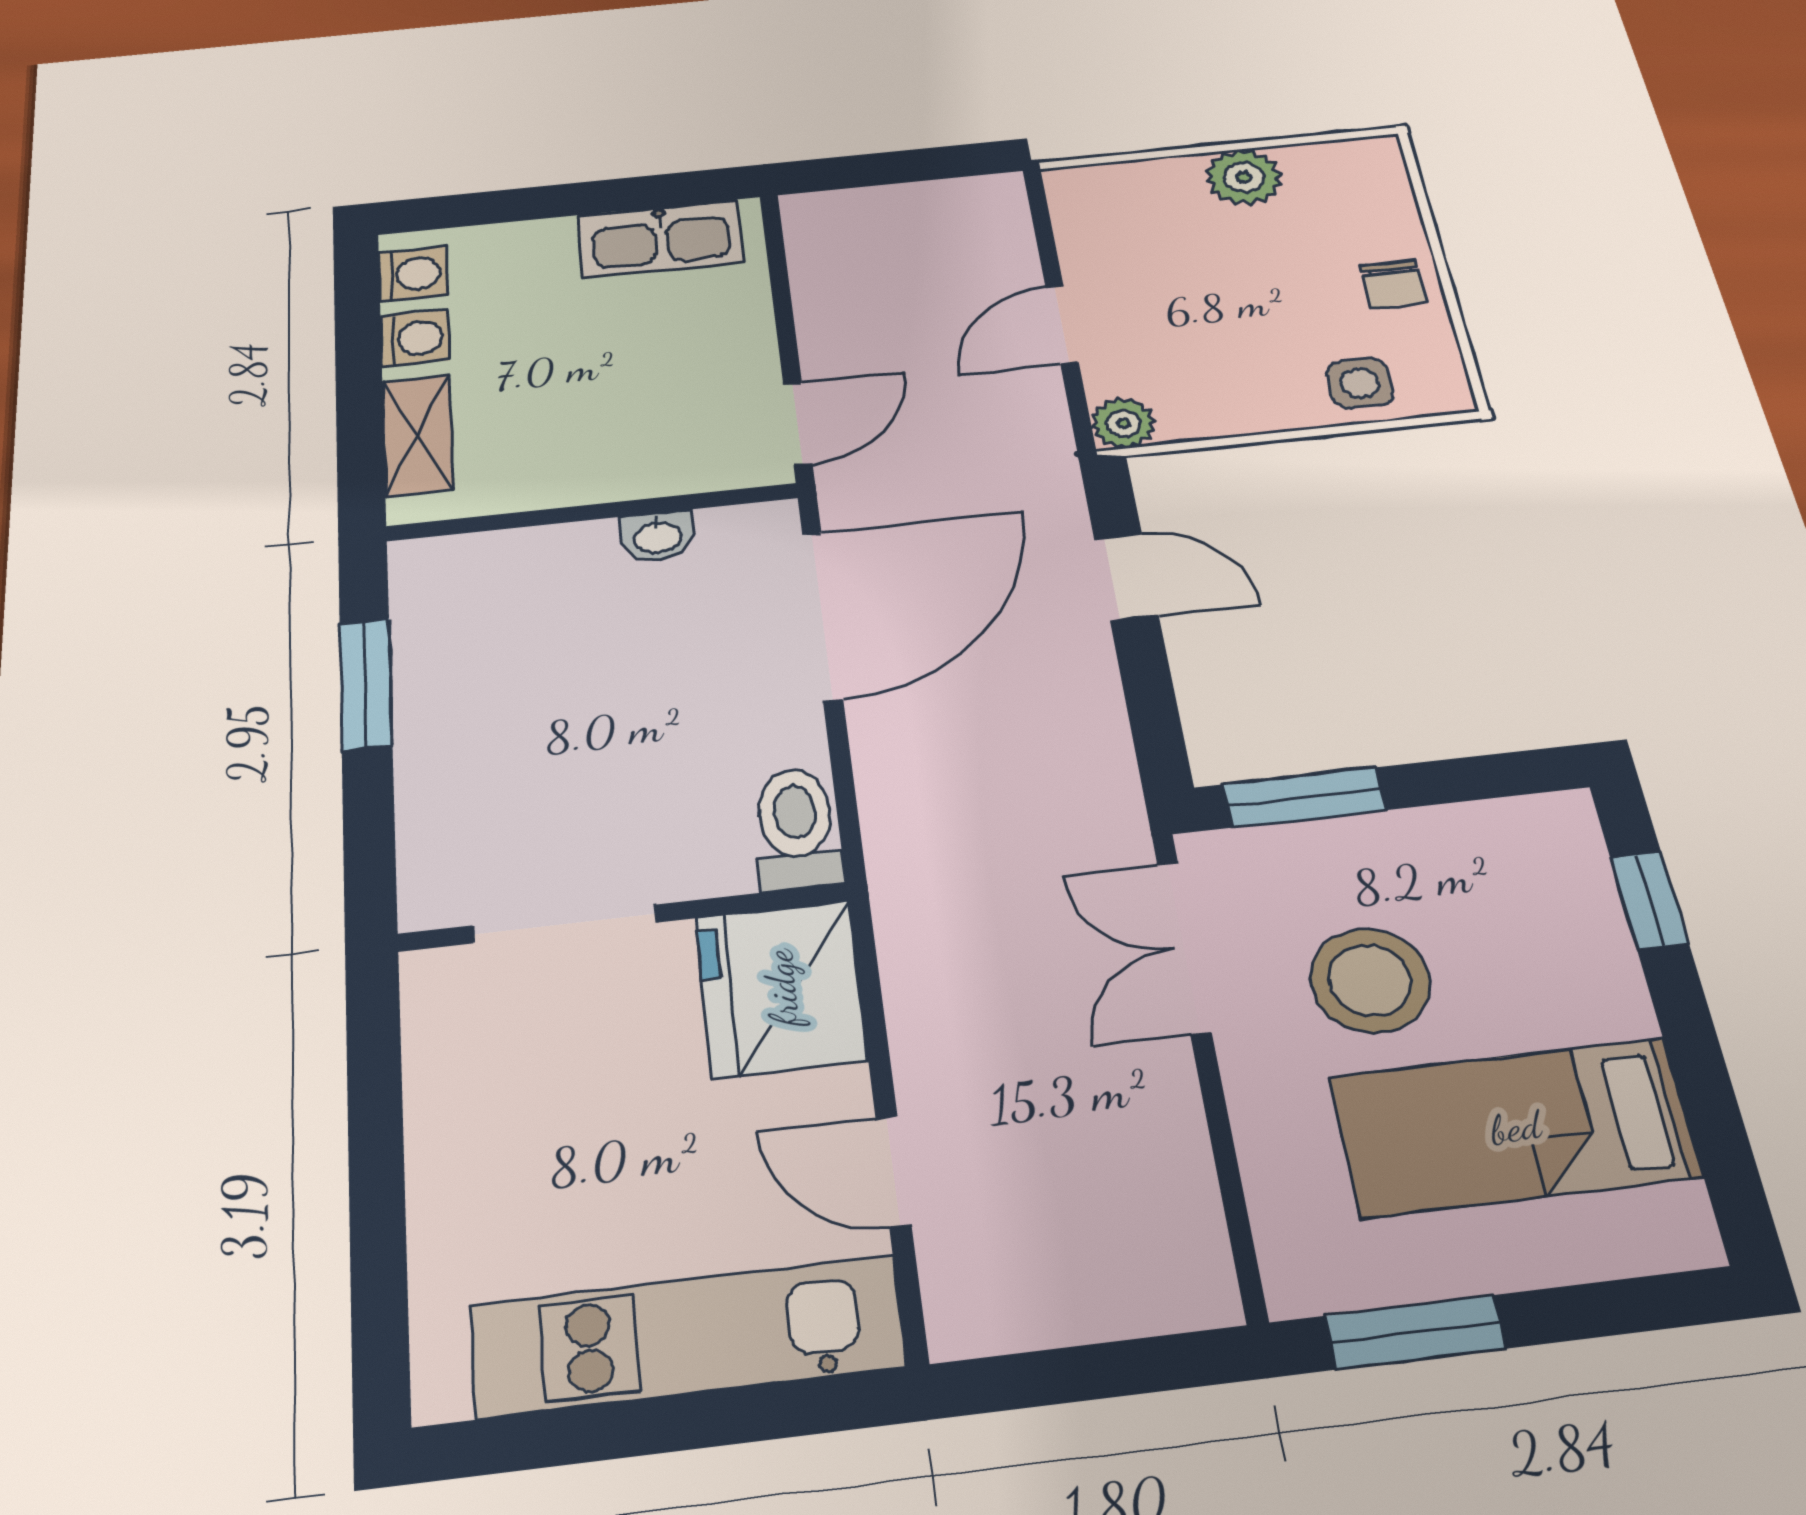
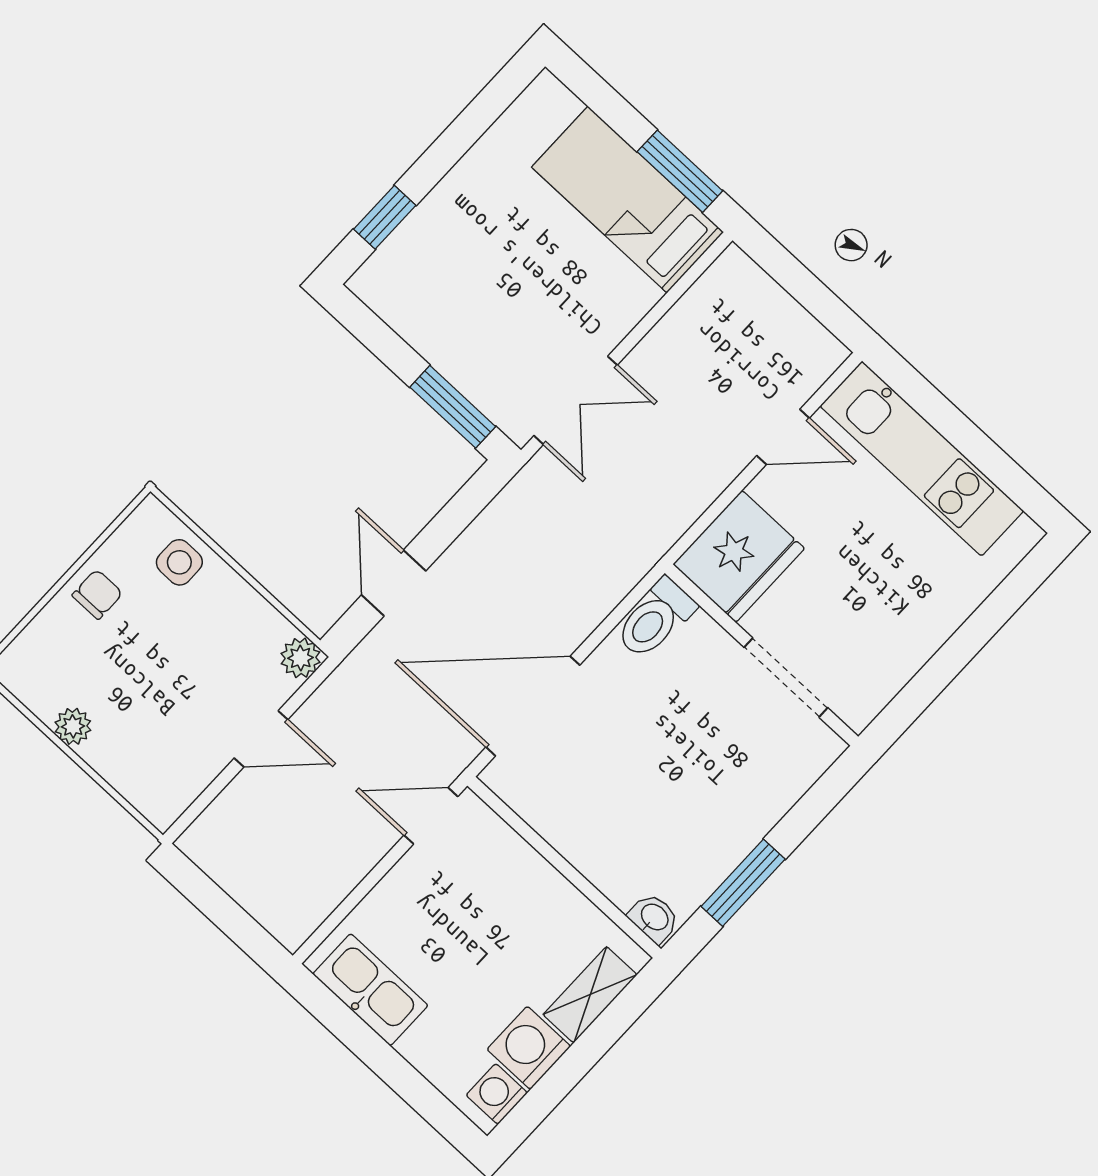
plant: (1244, 177) -> (73, 726), width x0.73, depth x0.73
washing machine: (415, 338) -> (529, 1048), width x1.38, depth x1.38
washbasin: (658, 537) -> (654, 918), moved
stool: (1370, 980) -> (527, 308), removed
bed: (1515, 1127) -> (628, 200), moved, turned 180
door: (893, 1171) -> (783, 437), hinge flipped

